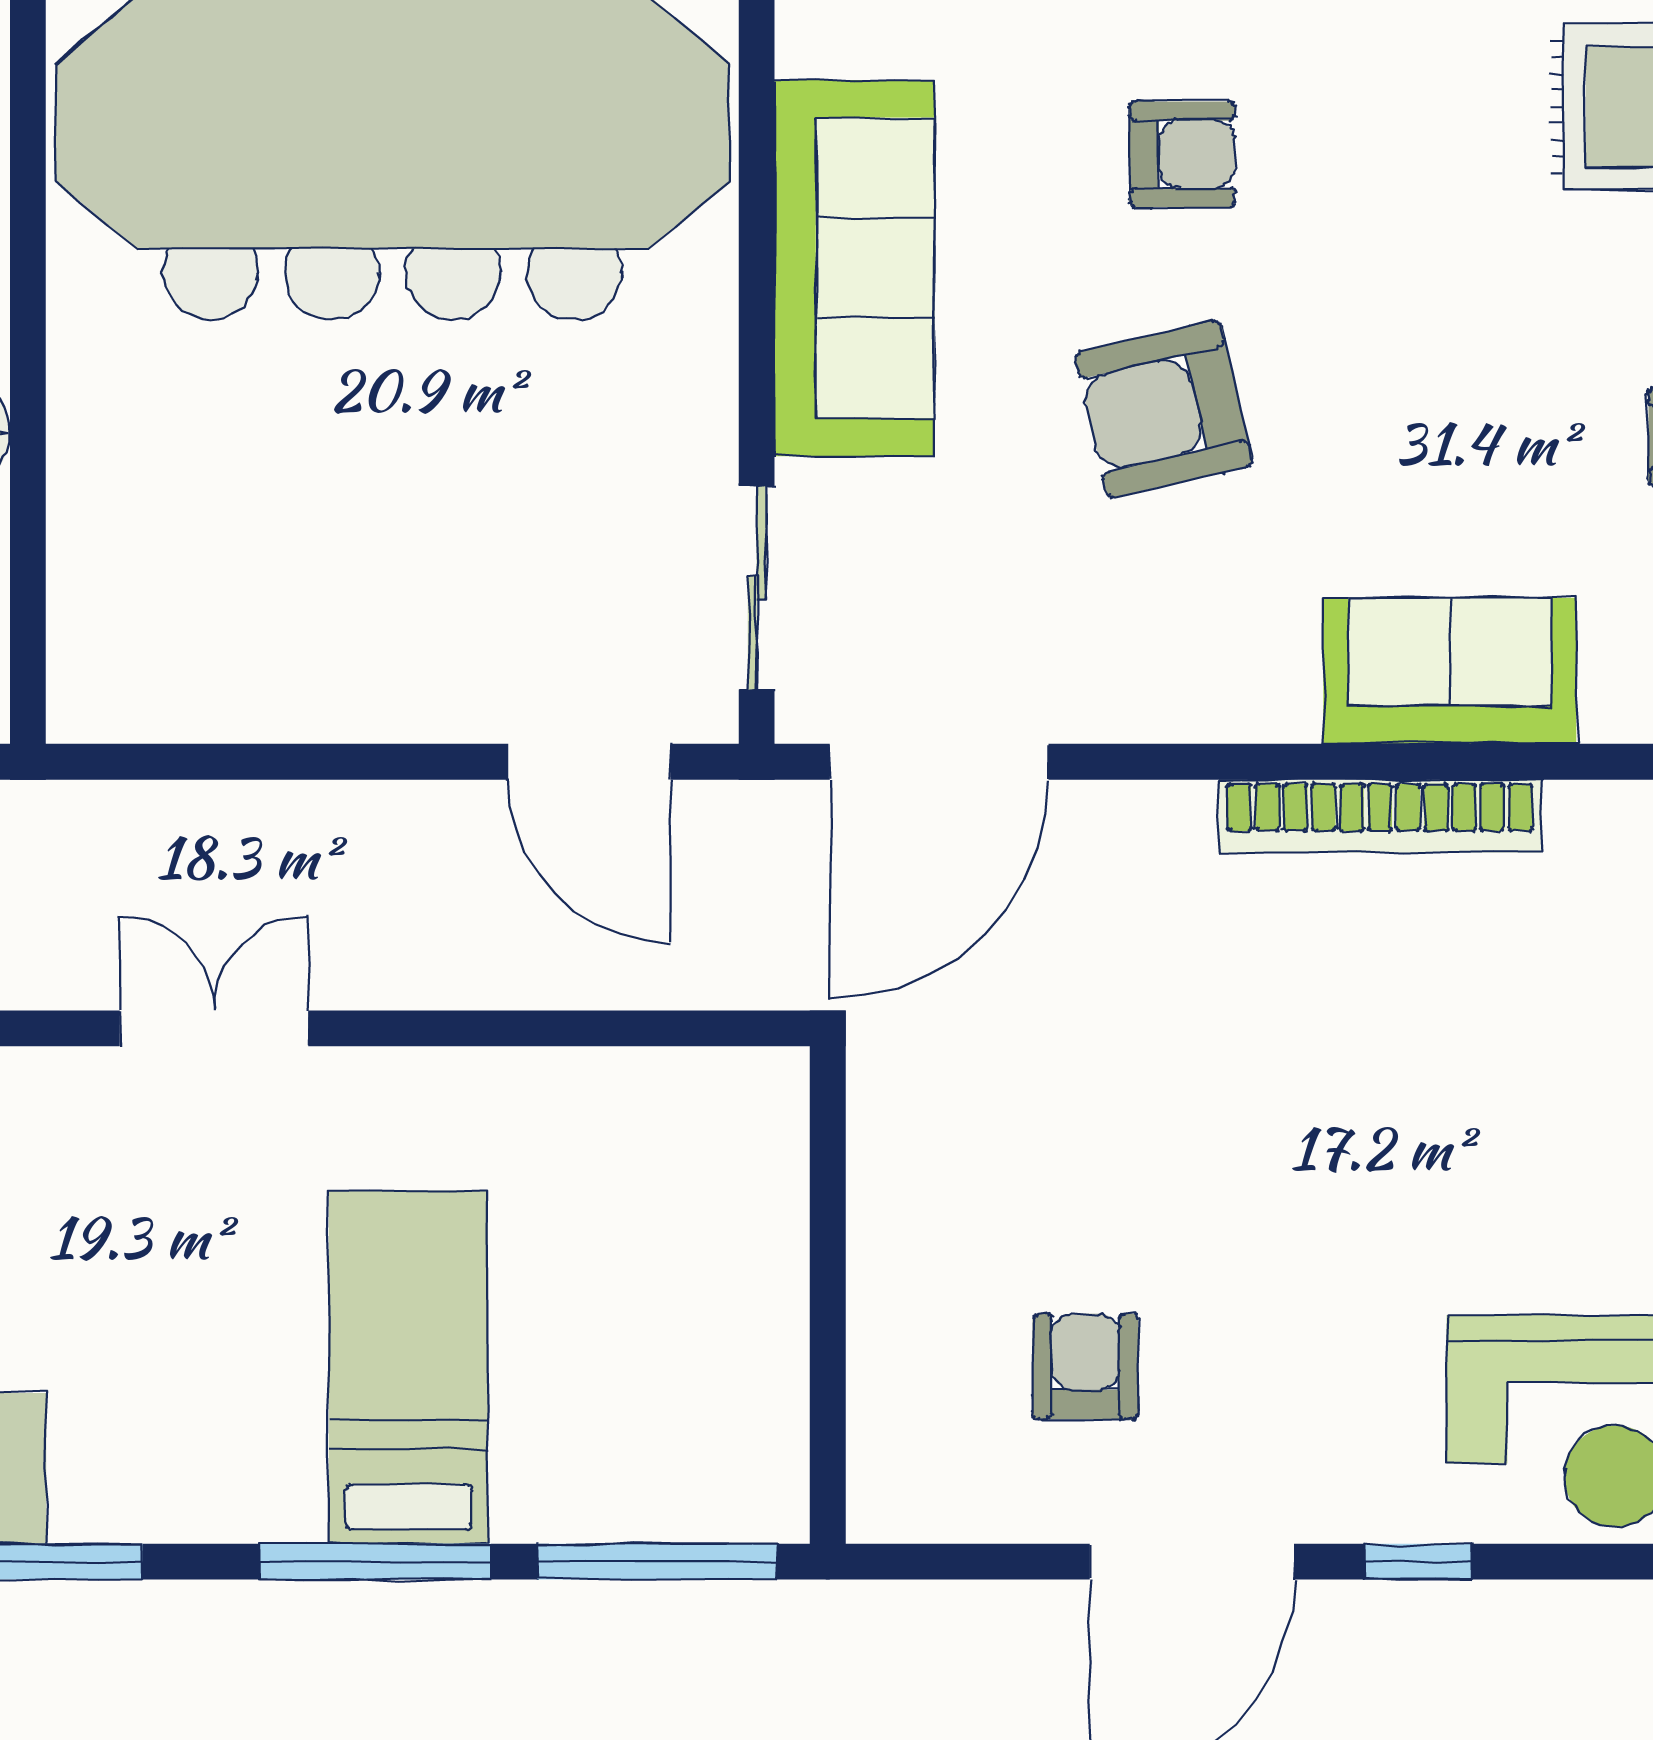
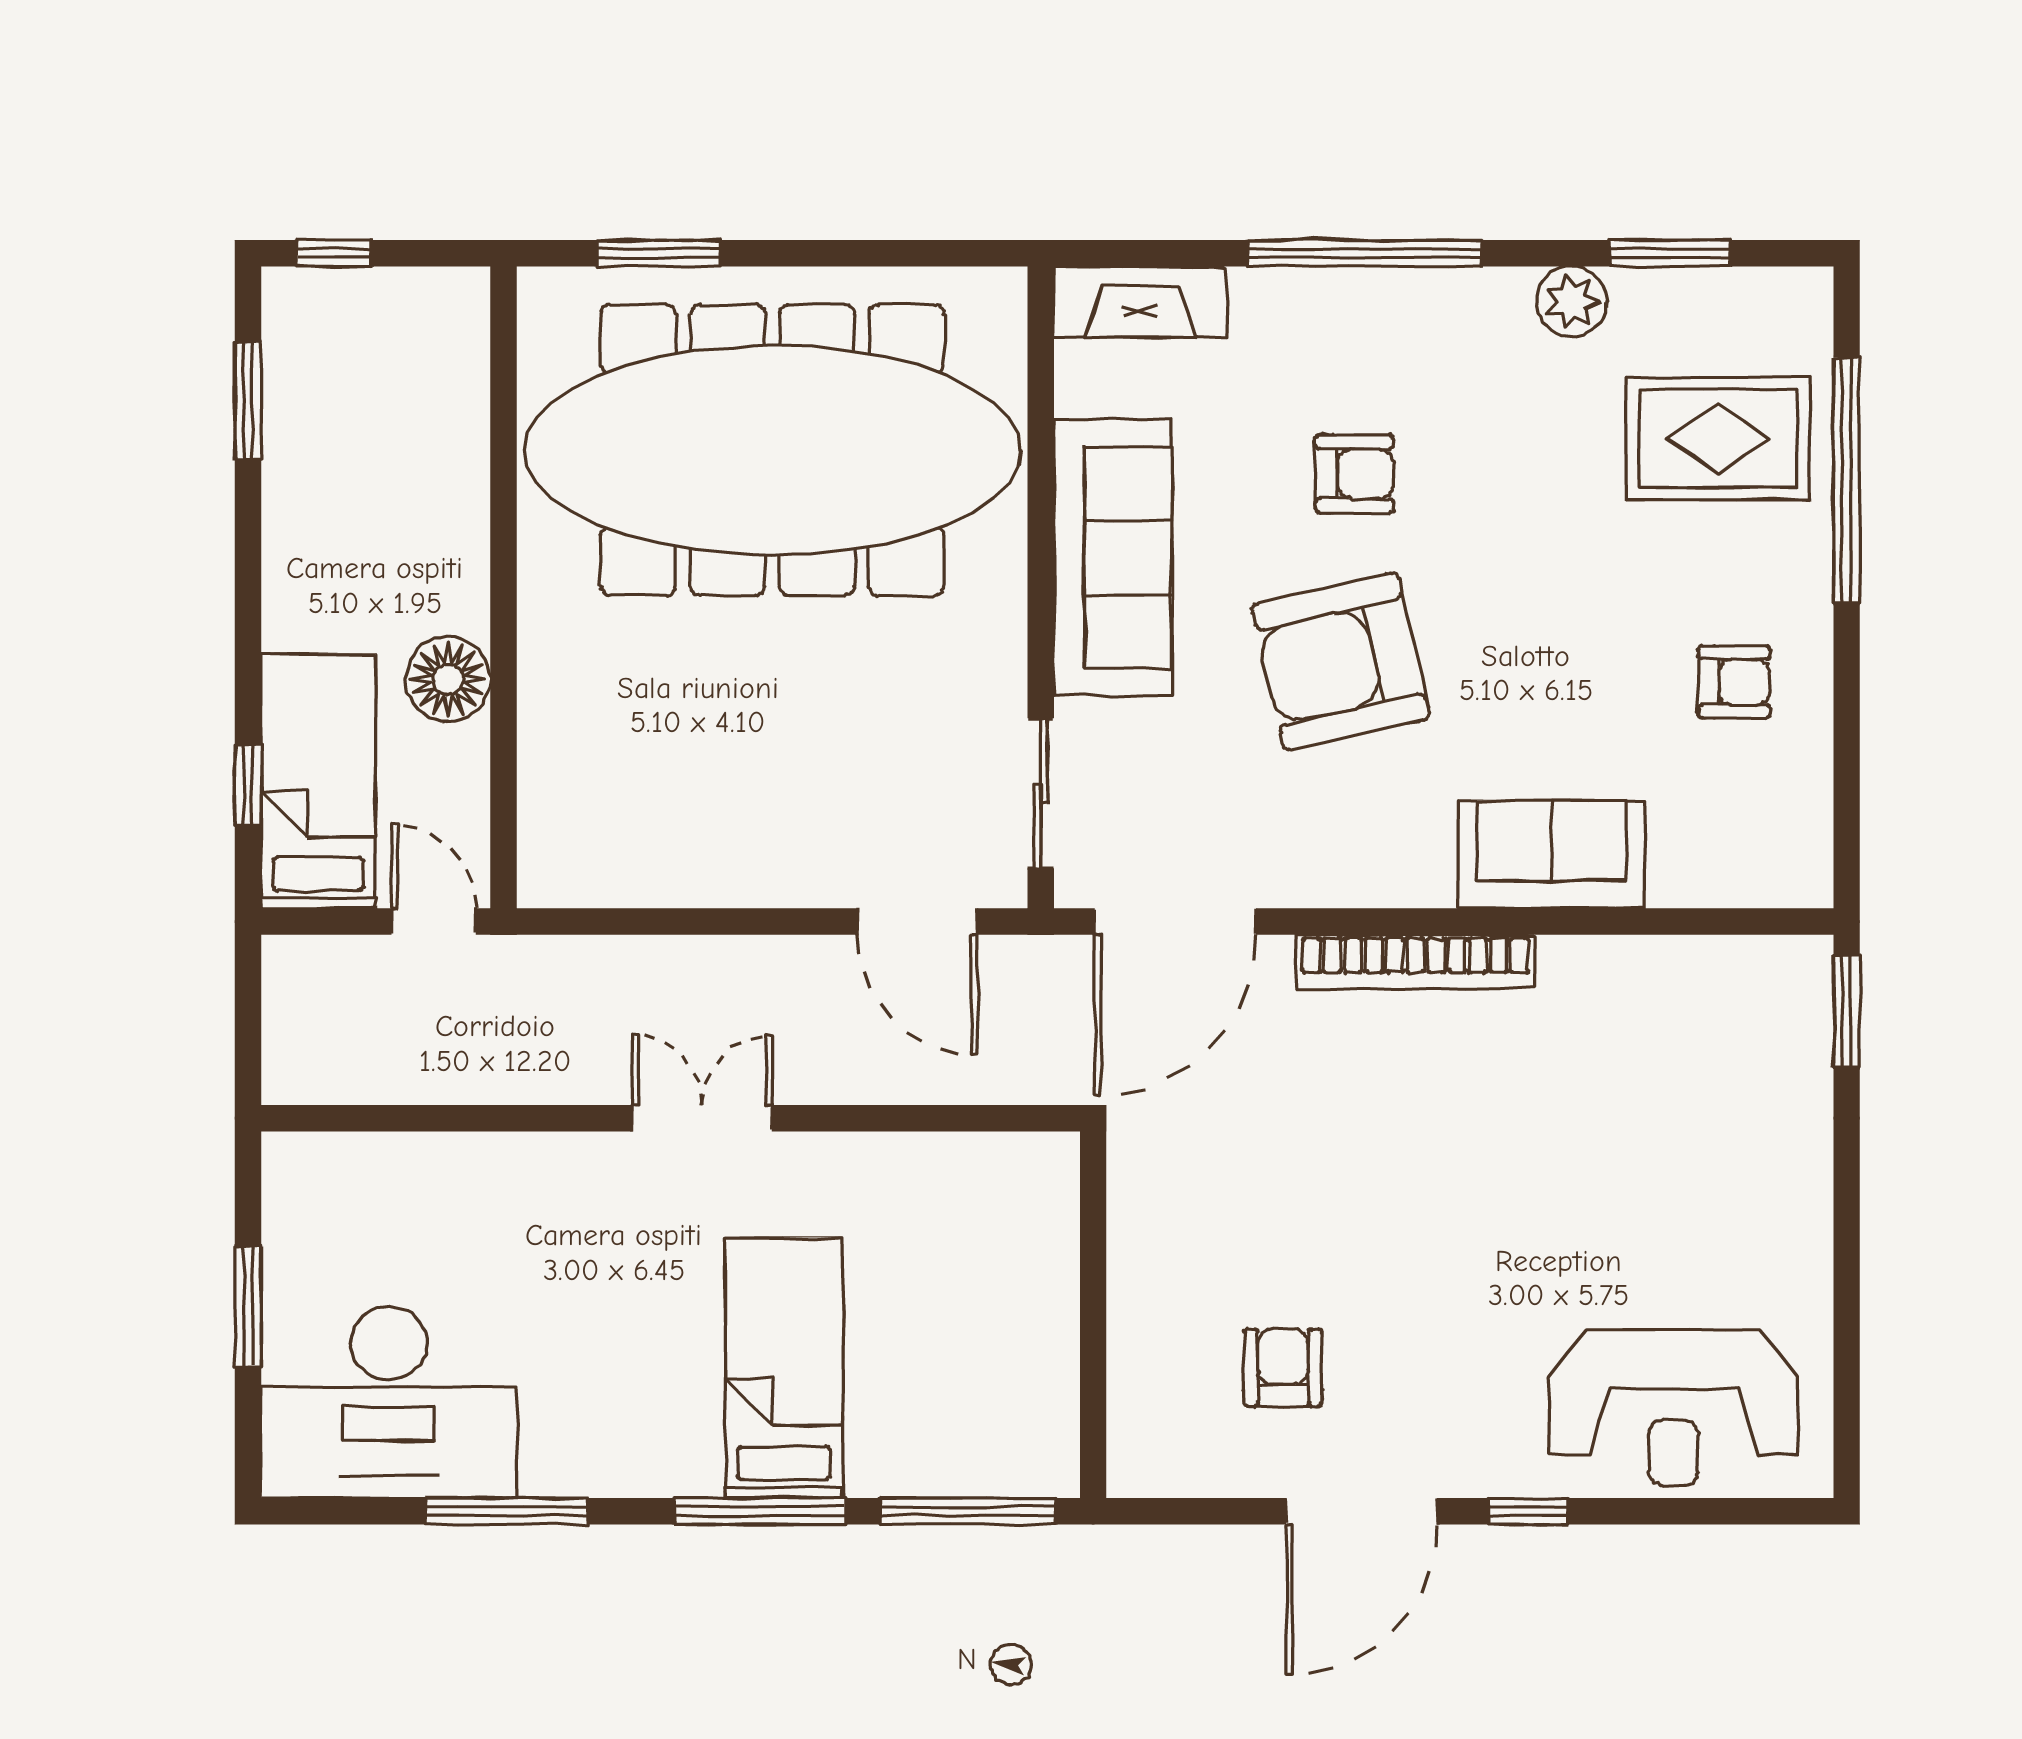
armchair: (1164, 409) -> (1341, 662), width x1.36, depth x1.36
bookcase: (1380, 816) -> (1415, 962), moved
double door: (214, 1028) -> (702, 1118), moved

